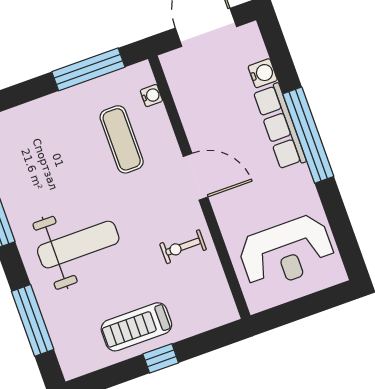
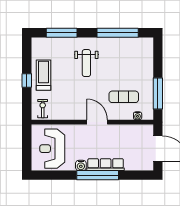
water cooler: (263, 73) -> (81, 165), moved
door: (196, 177) -> (97, 122), swing flipped
weight bench: (78, 245) -> (86, 63), width x0.73, depth x0.75
exercise bike: (183, 247) -> (43, 109), moved

